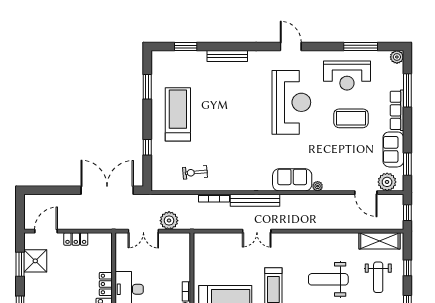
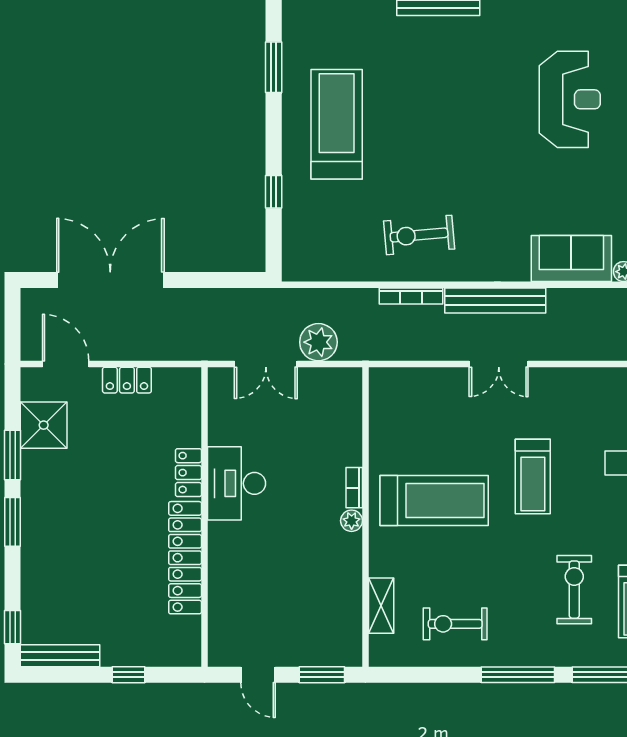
reception desk: (291, 102) -> (570, 99), width x0.74, depth x0.77
exercise bike: (195, 172) -> (419, 235), moved, width x1.38, depth x1.39
double door: (107, 190) -> (110, 280), moved
door: (46, 231) -> (66, 364), hinge flipped
window: (20, 264) -> (12, 455), moved

